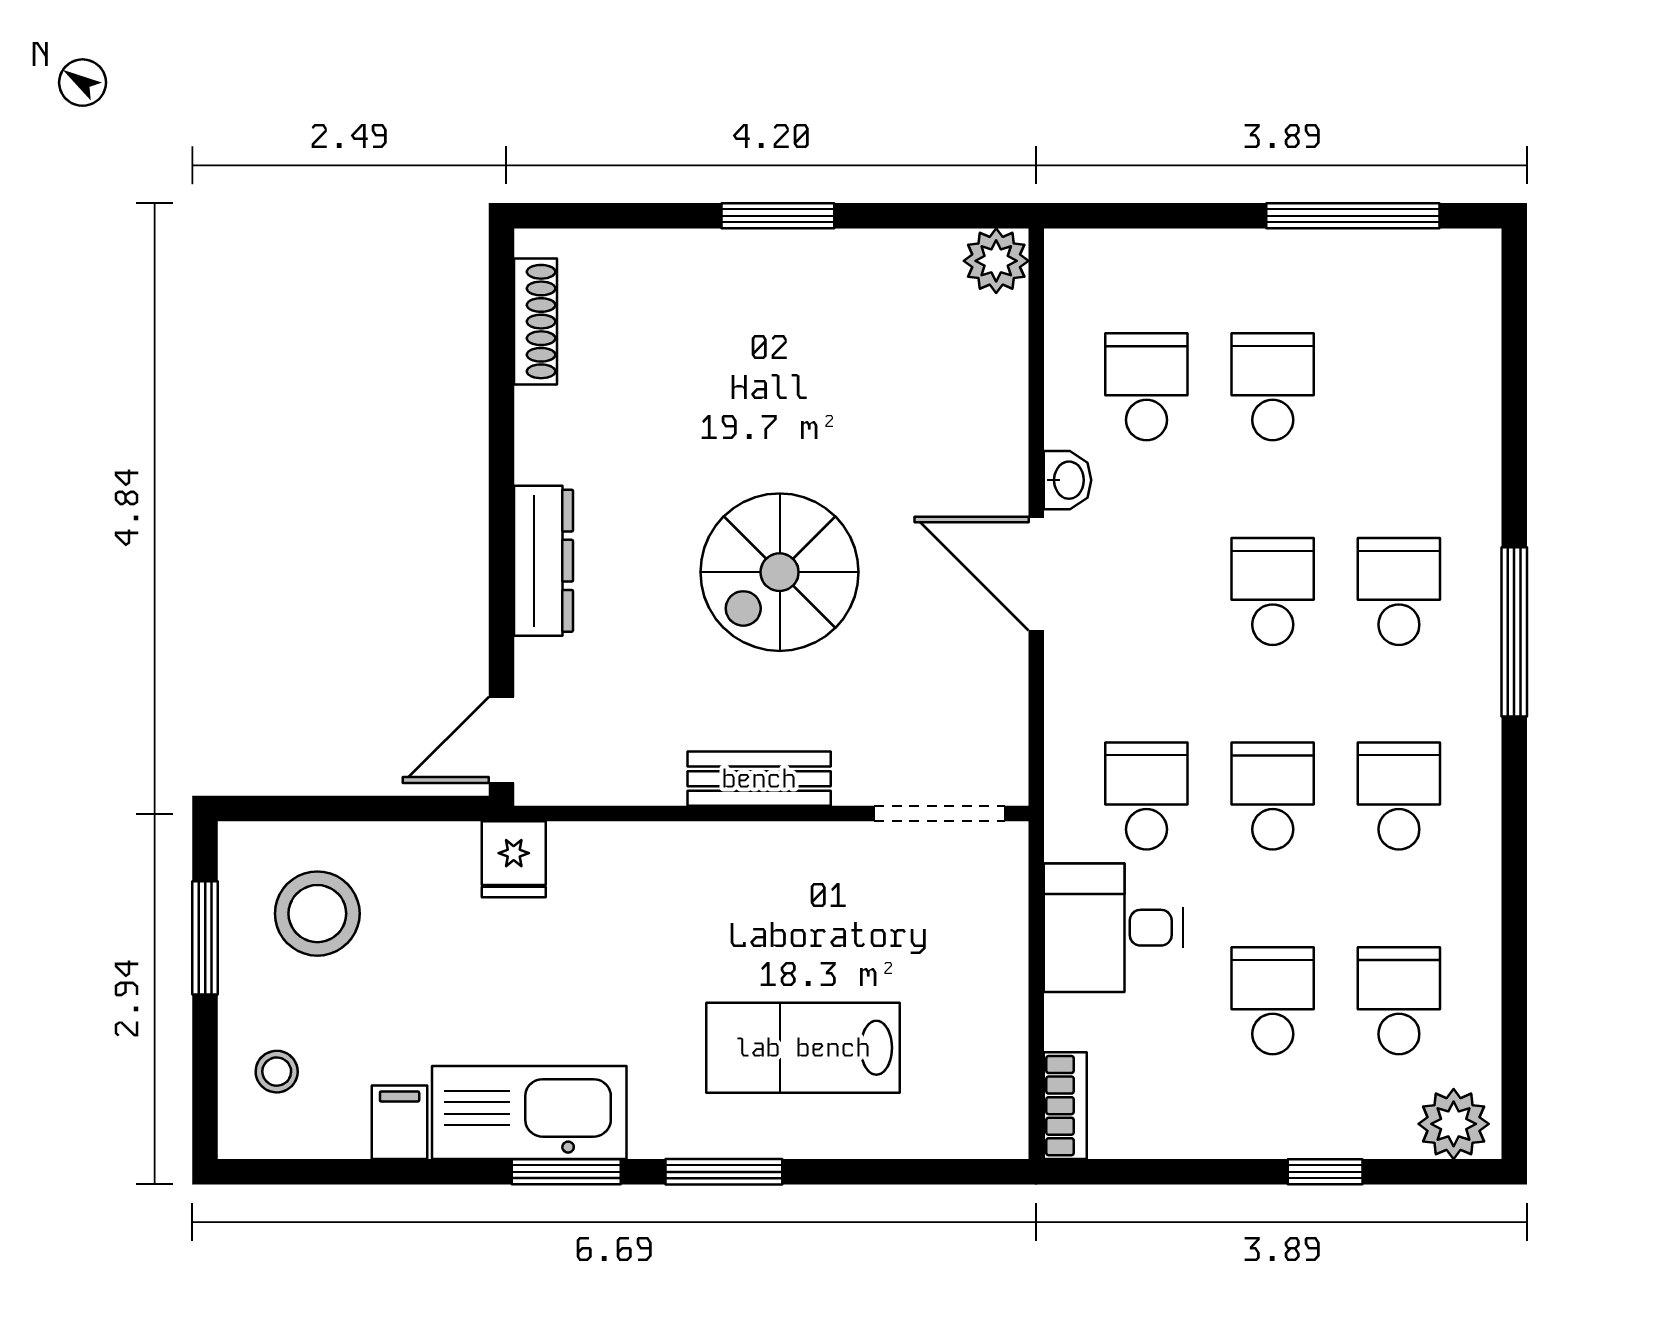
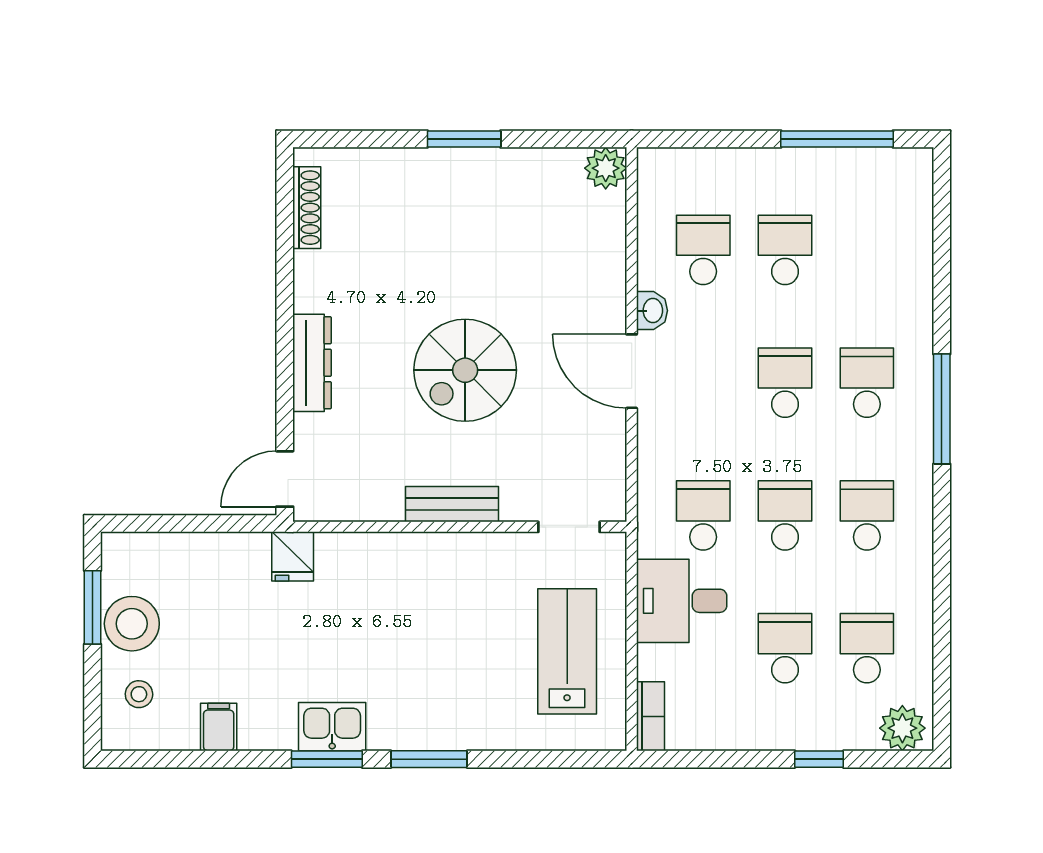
doorway: (940, 814) -> (569, 527), width x0.73
stool: (317, 914) -> (132, 624), moved
lab bench: (803, 1048) -> (567, 651), moved, turned 90
kitchen sink: (529, 1113) -> (332, 727), width x0.53, depth x0.81

